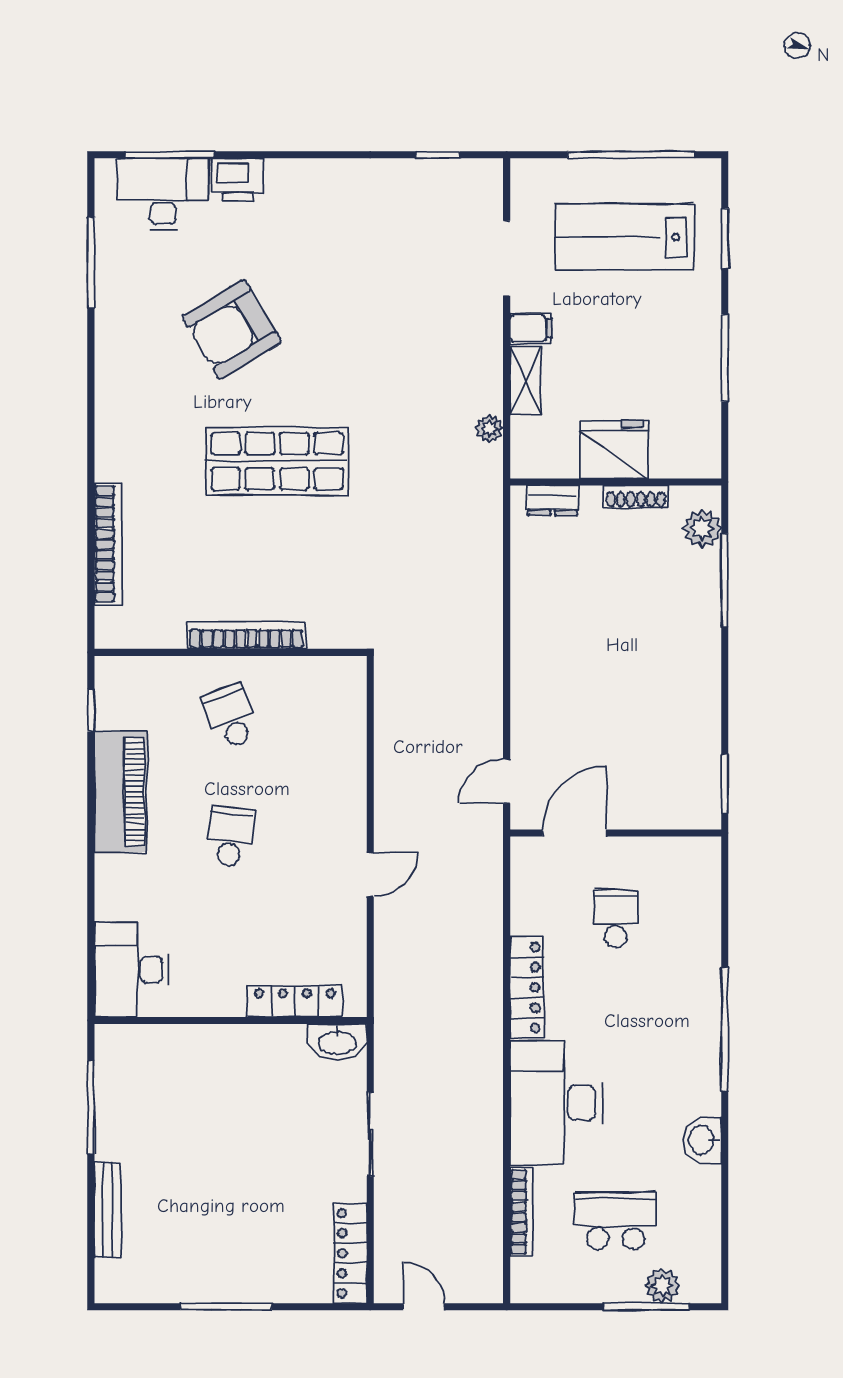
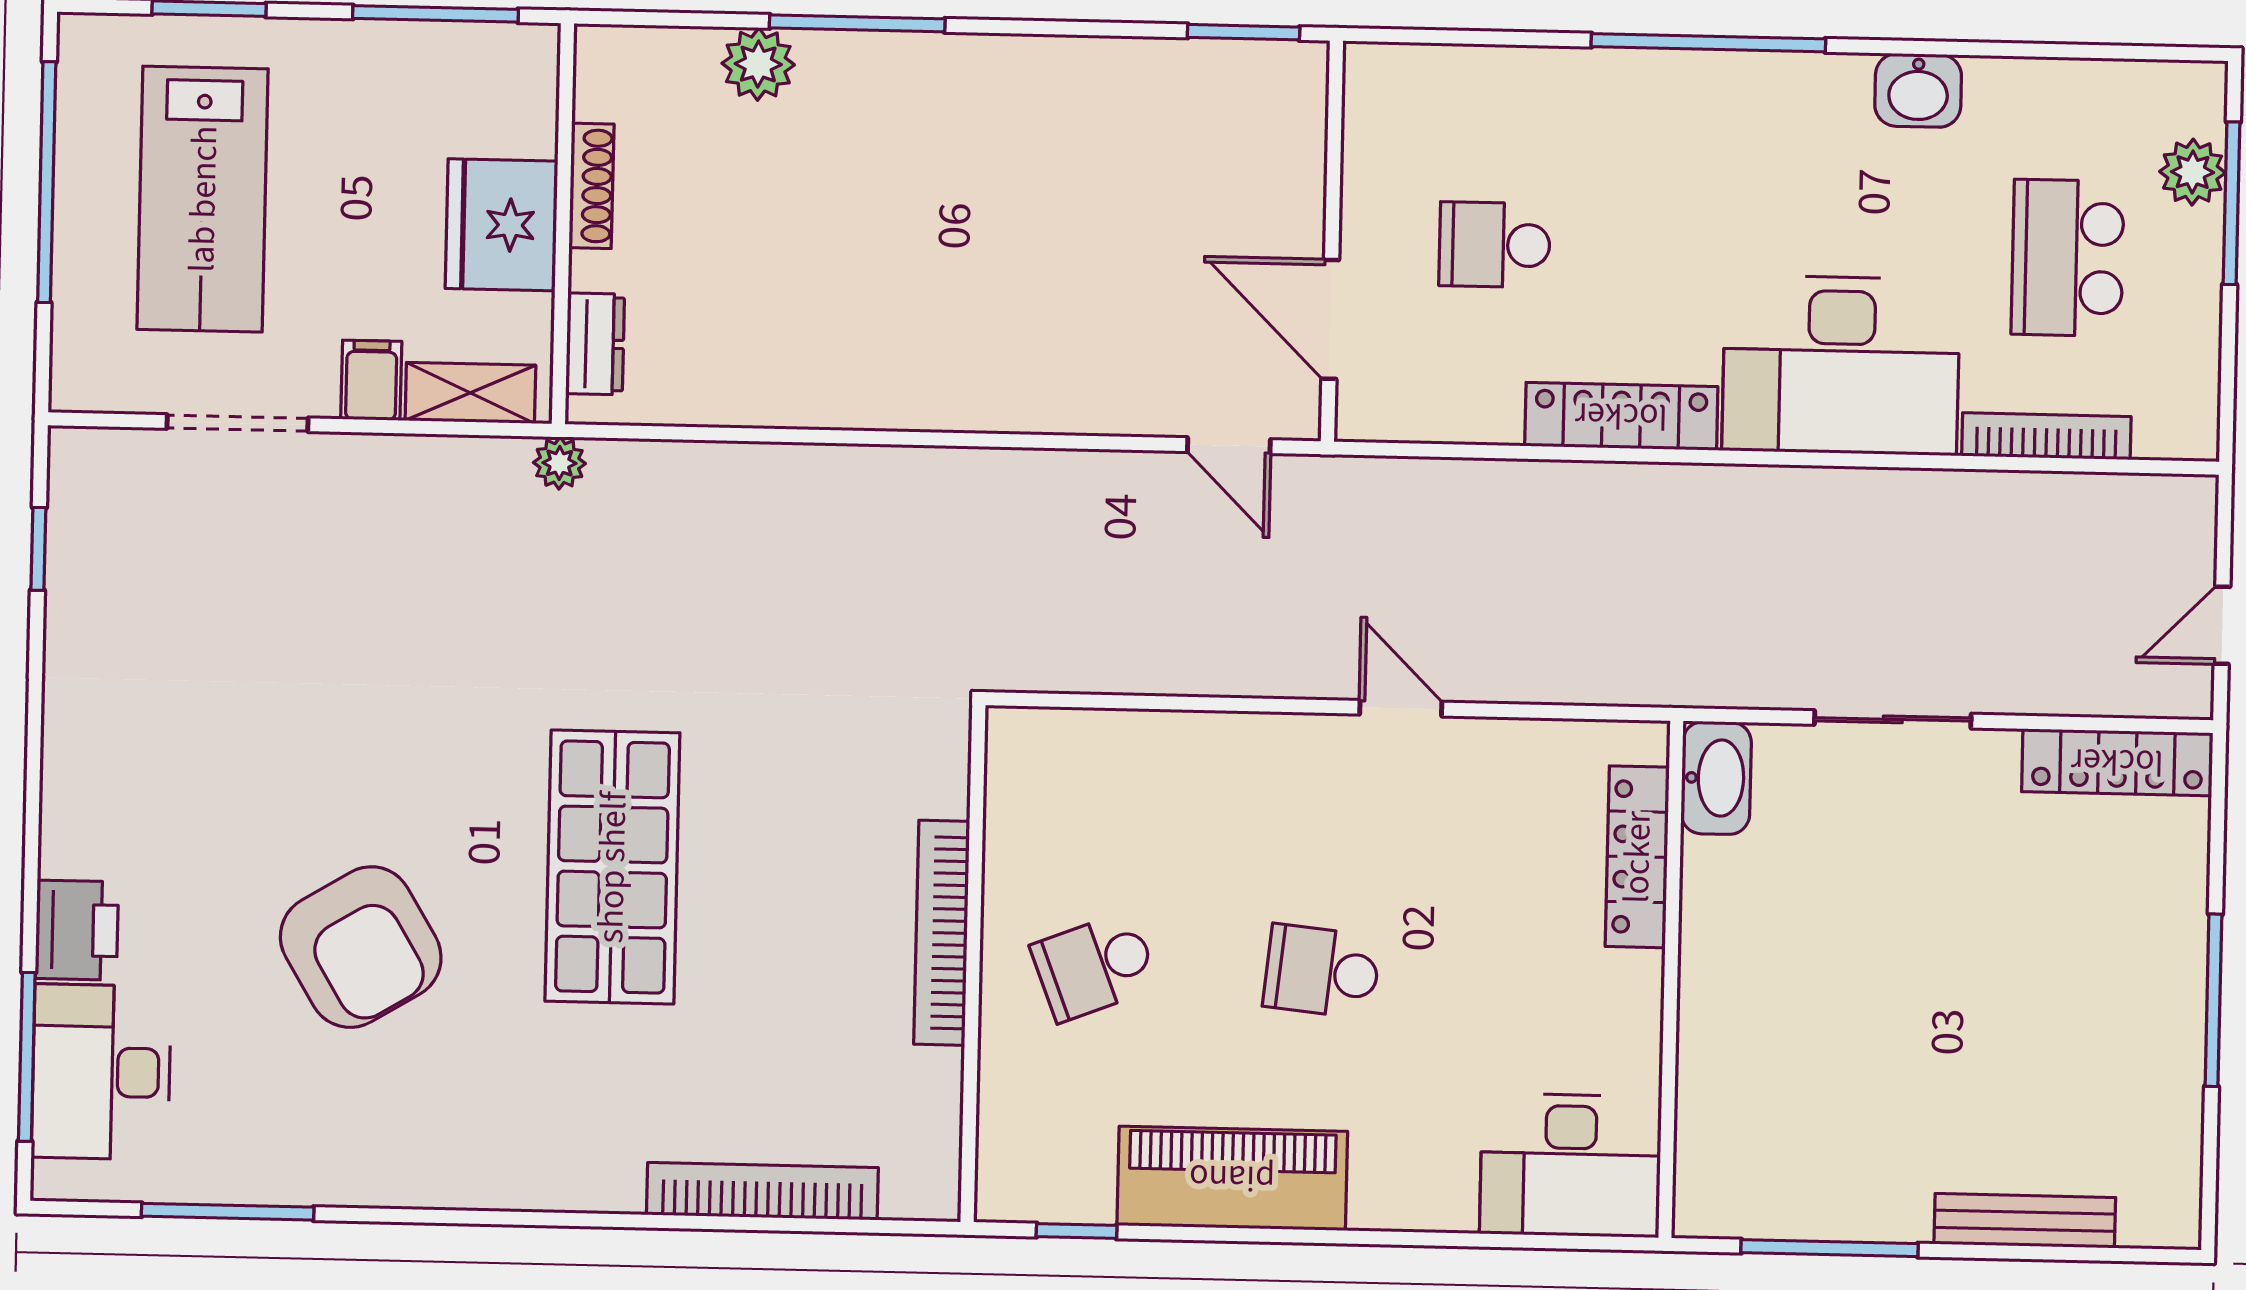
fridge: (614, 450) -> (502, 225), moved
wall: (616, 482) -> (563, 224), moved
shoe rack: (636, 497) -> (591, 186), moved
dresser: (553, 500) -> (595, 344), moved

